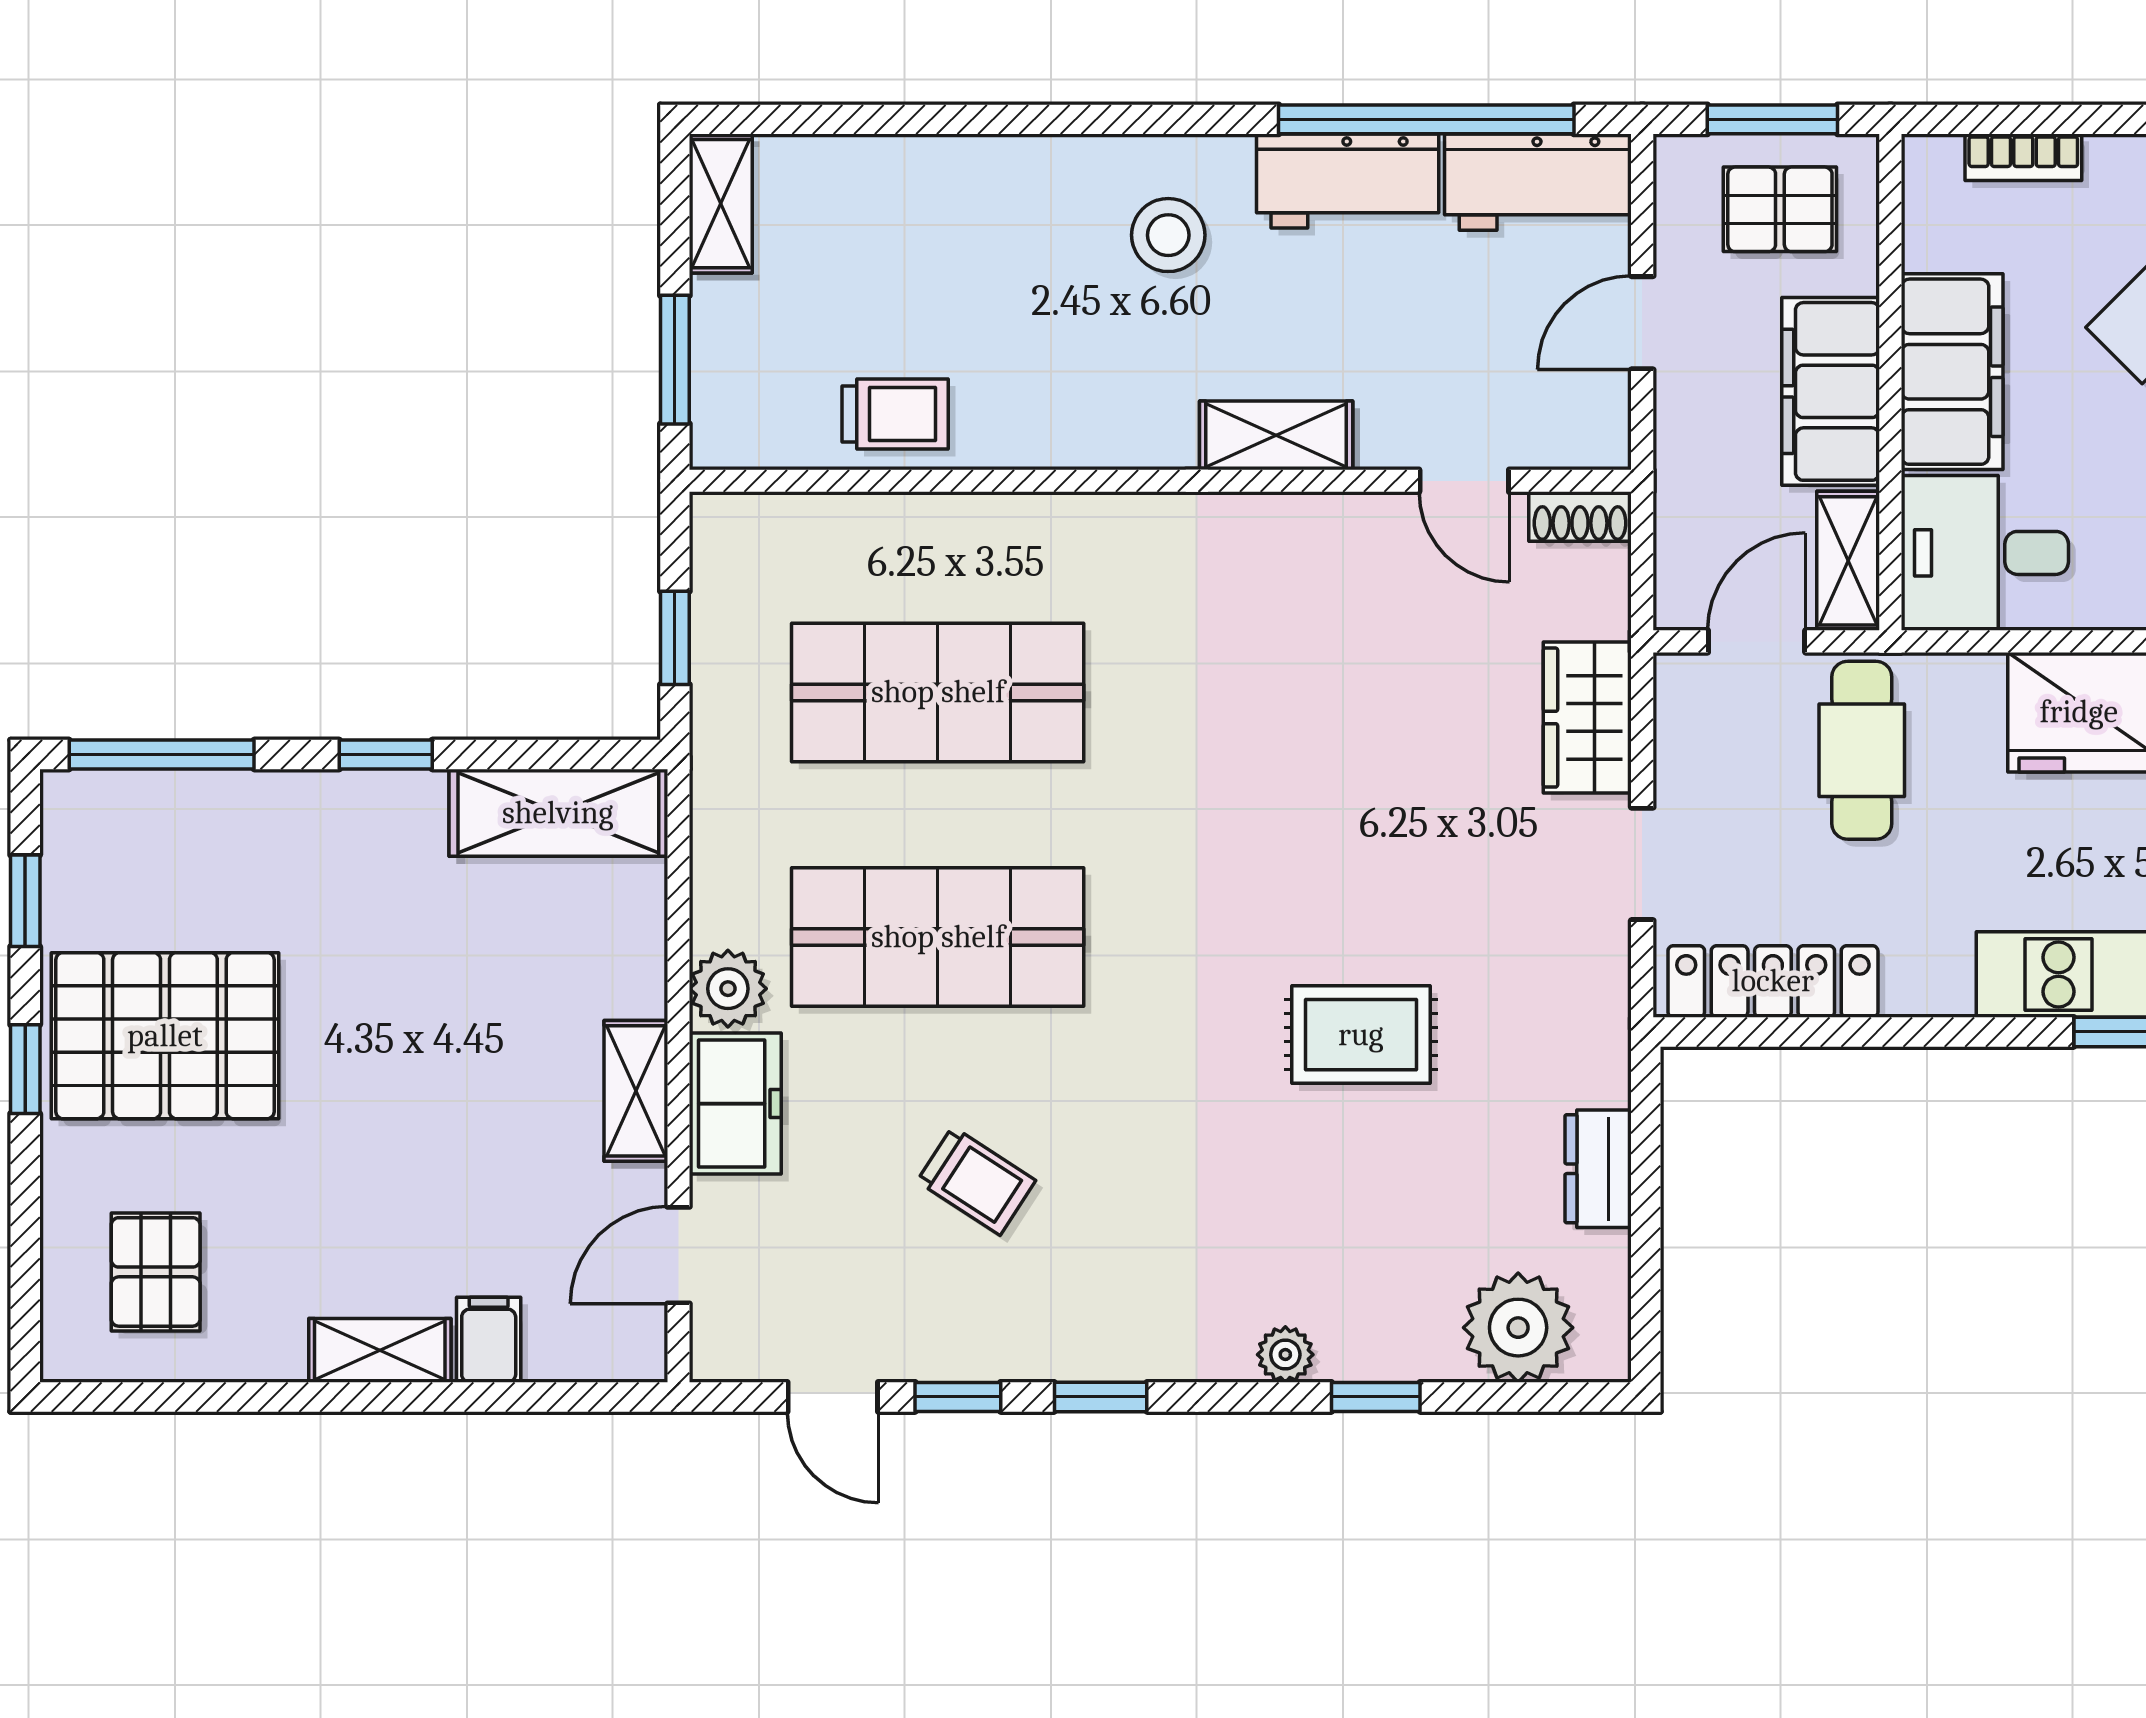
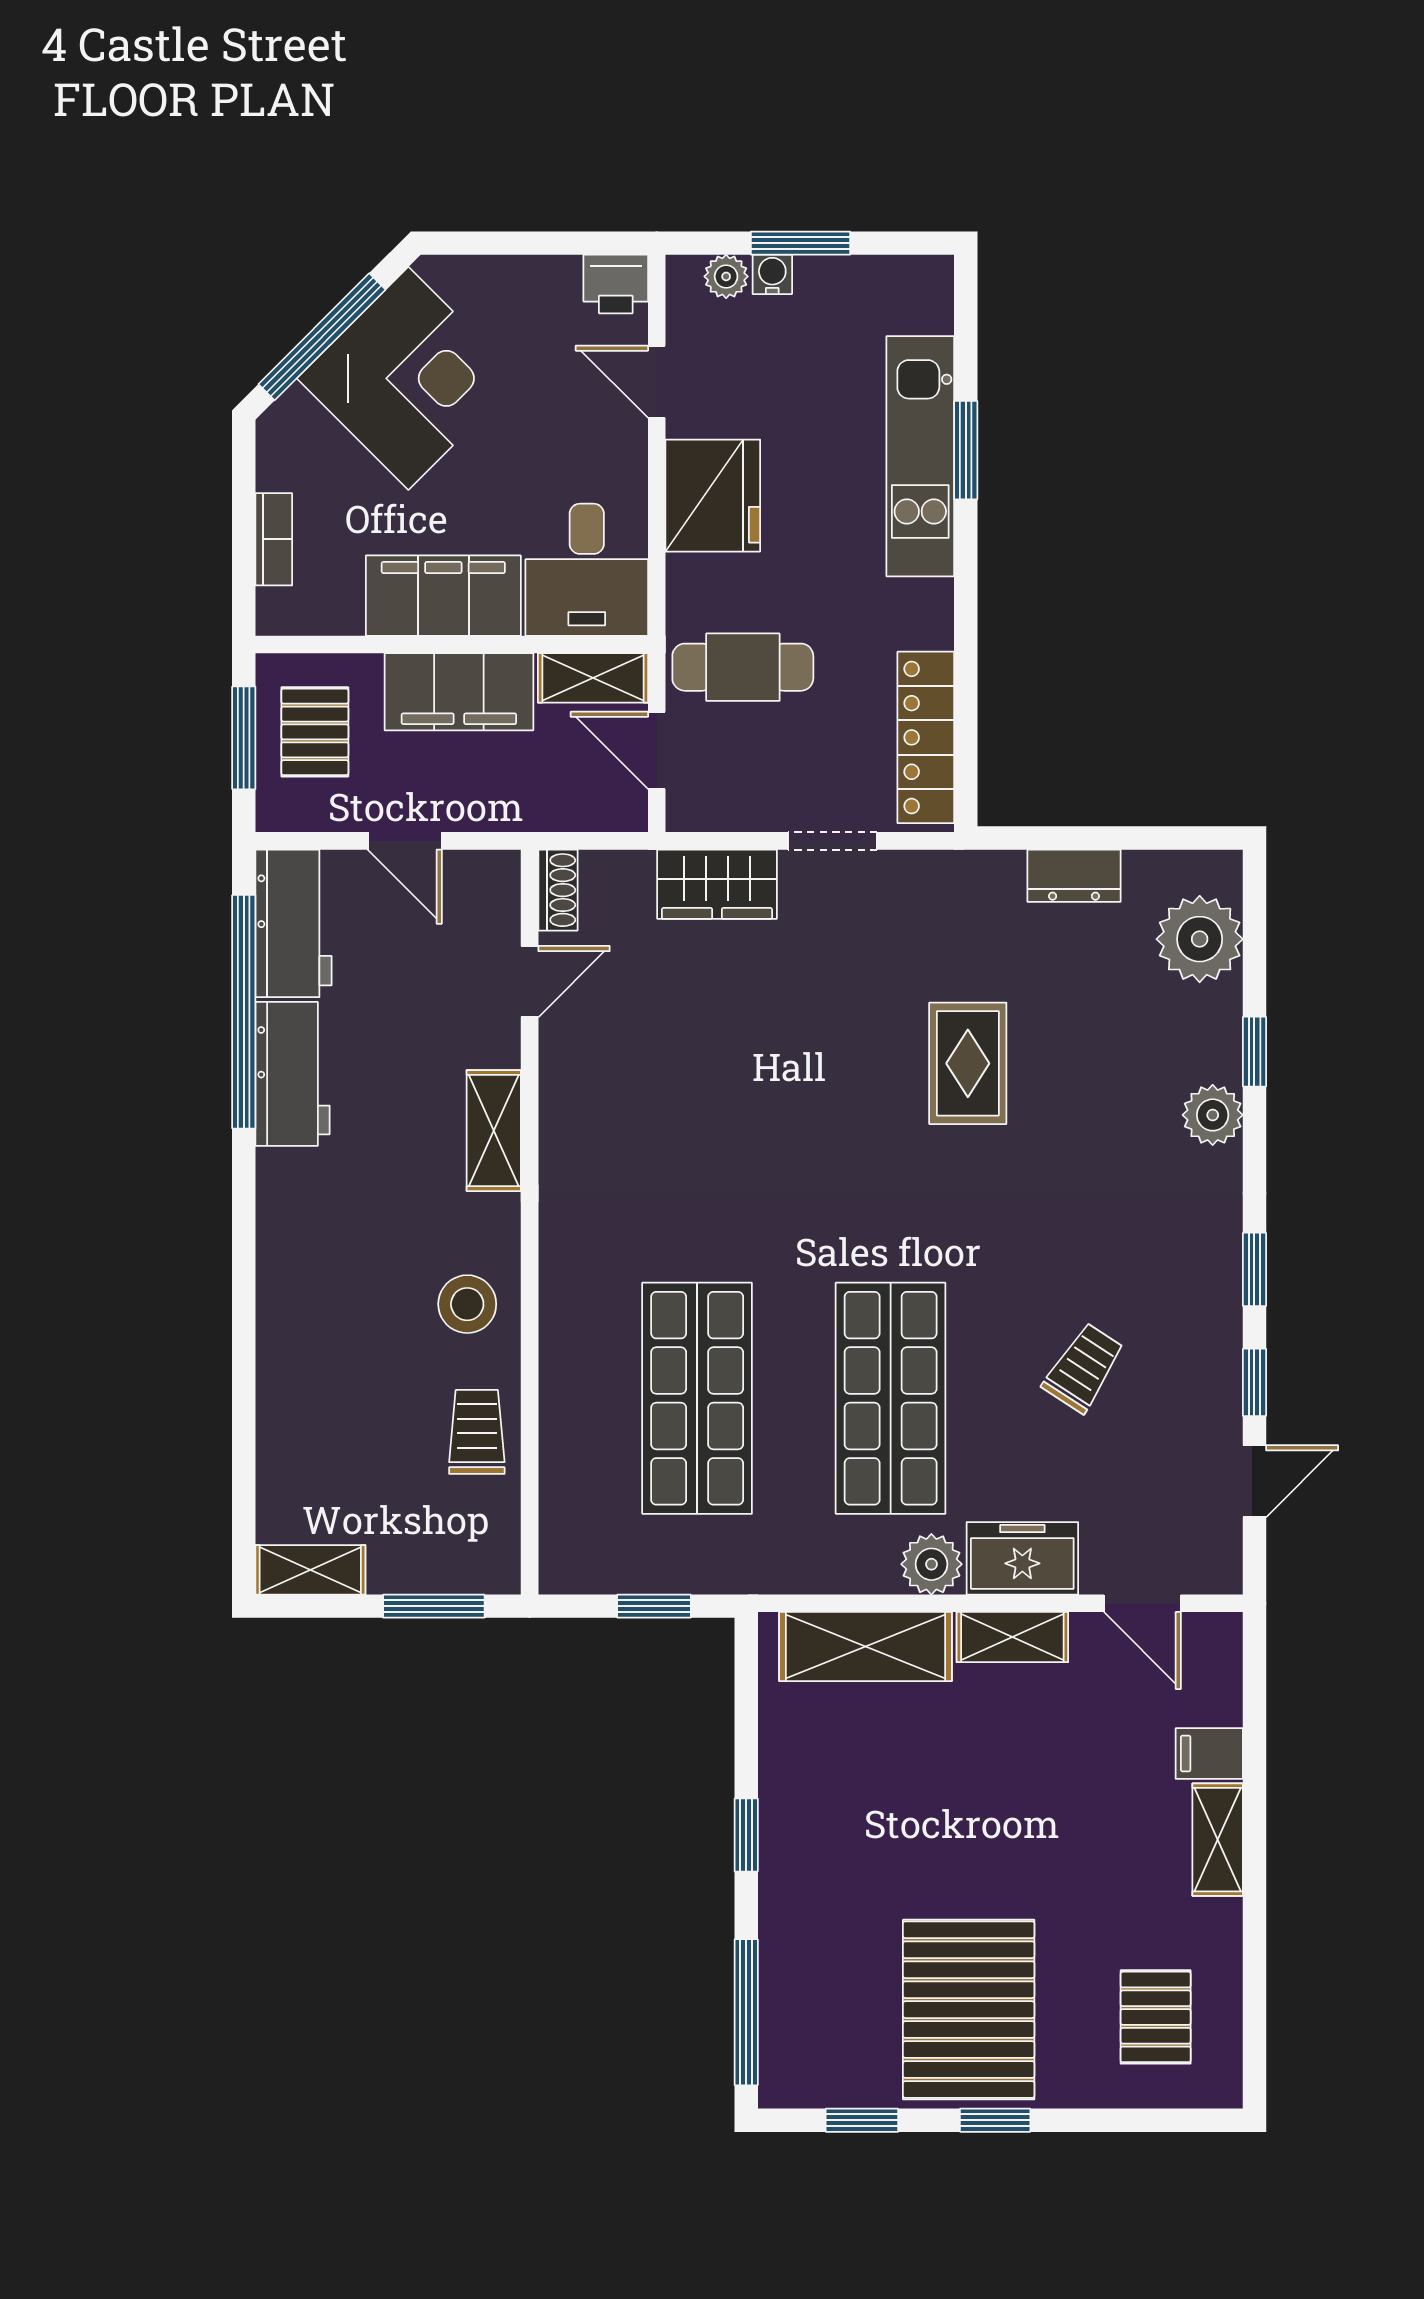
stool: (1168, 235) -> (467, 1304), moved
shelving: (558, 813) -> (865, 1647), moved, turned 90
pallet: (156, 1272) -> (1156, 2017), turned 90
plant: (1285, 1355) -> (1213, 1115), width x1.38, depth x1.38

